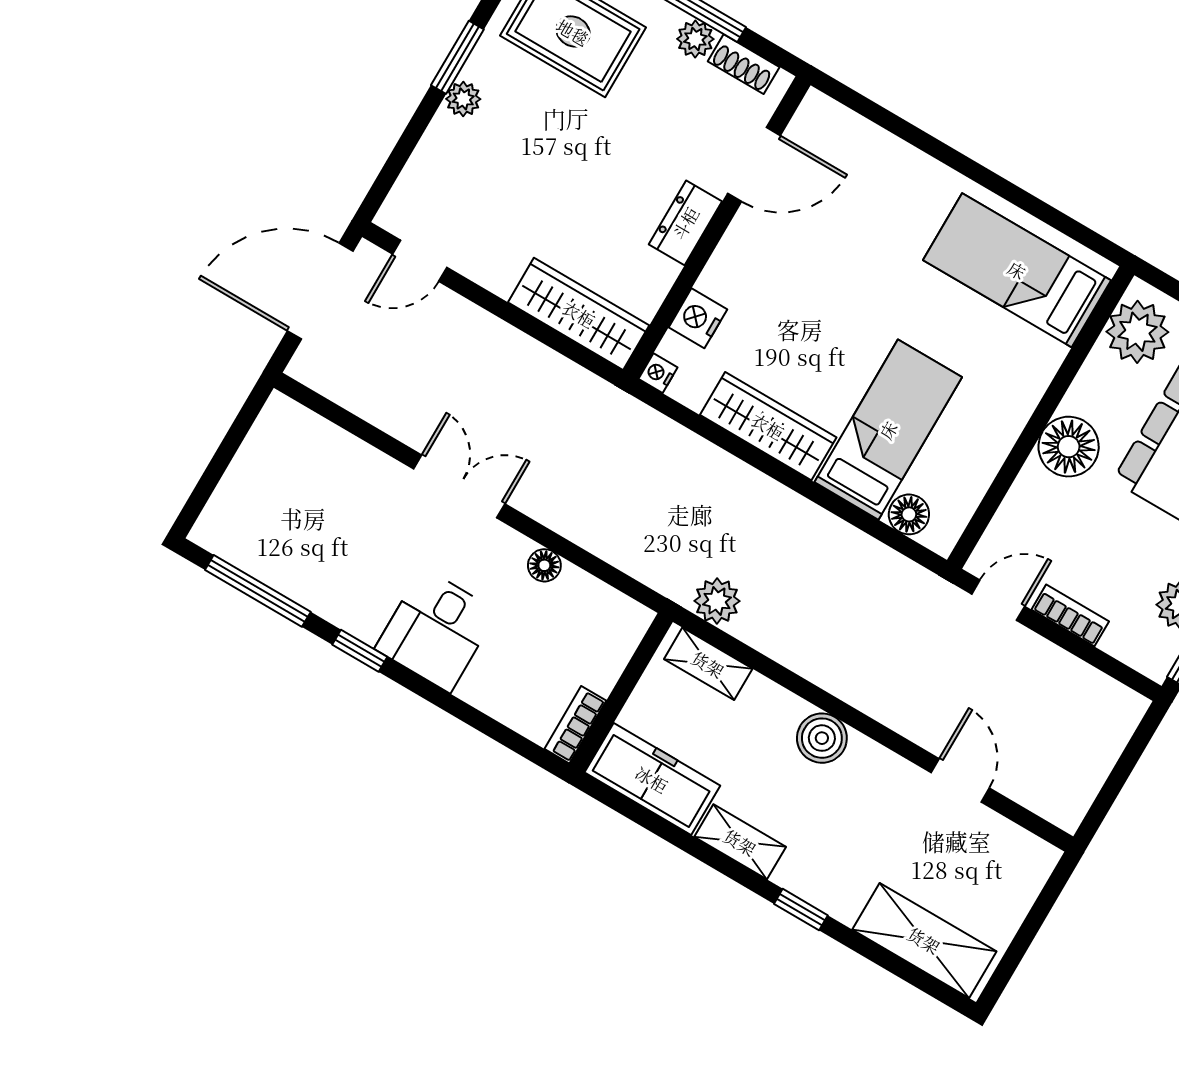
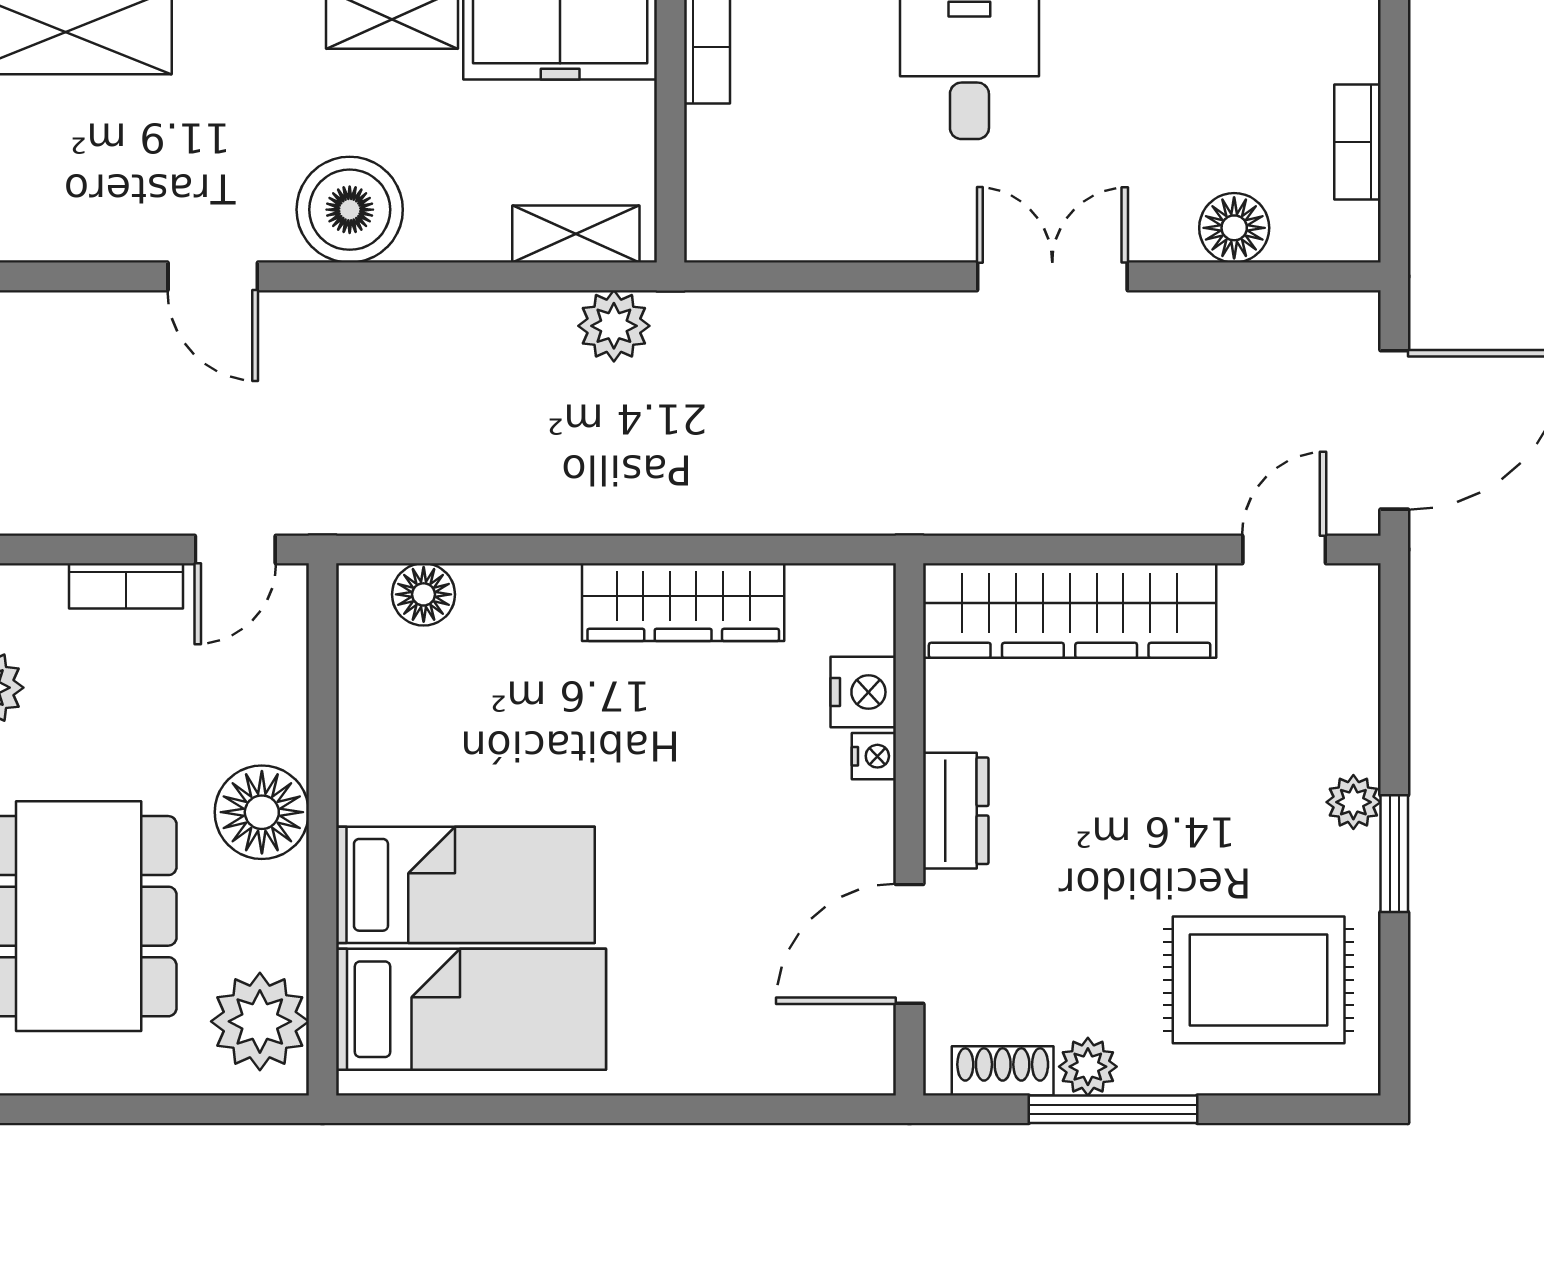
wardrobe: (579, 314) -> (1070, 610), width x1.40, depth x1.17
nightstand: (658, 373) -> (874, 756), moved
bed: (888, 430) -> (465, 885), moved, turned -90
bookcase: (247, 462) -> (1357, 142), added
double door: (459, 486) -> (1052, 276), swing flipped
floor lamp: (544, 565) -> (1234, 228), moved, width x1.37, depth x1.37
boiler: (822, 738) -> (350, 210), width x1.37, depth x1.37
door: (960, 780) -> (213, 276), moved

